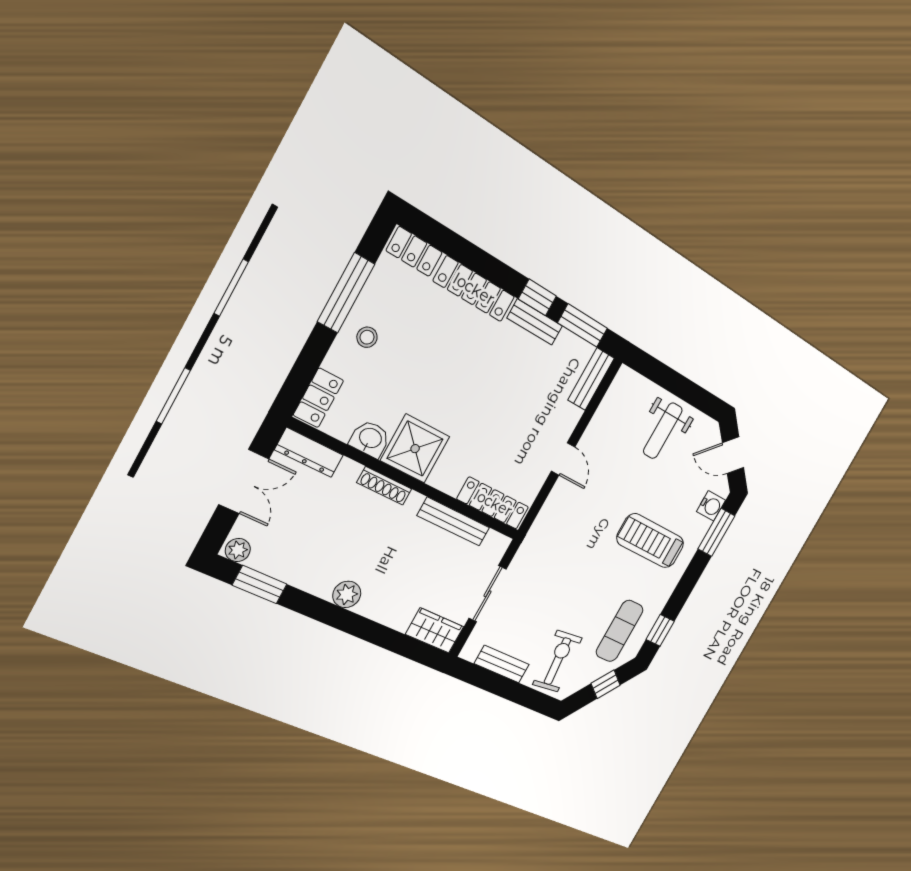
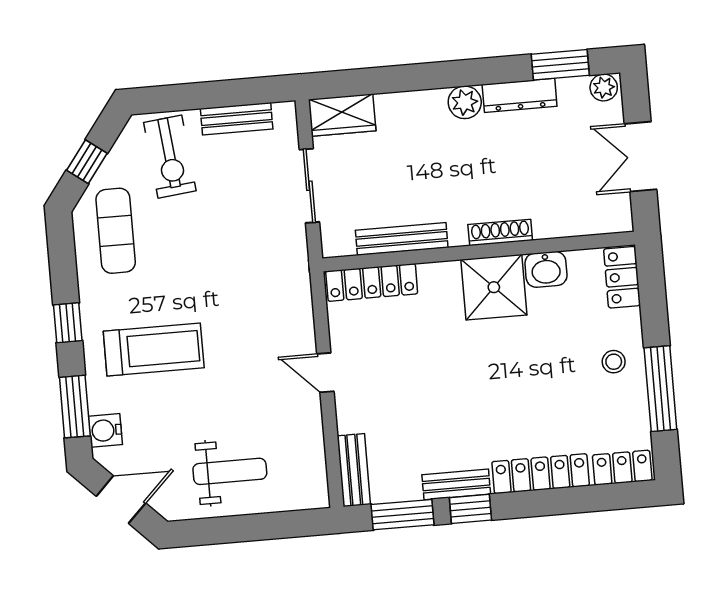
weight bench: (663, 431) -> (230, 471), turned 90
dresser: (309, 452) -> (520, 95), moved, turned 180
window: (660, 630) -> (68, 323), moved

